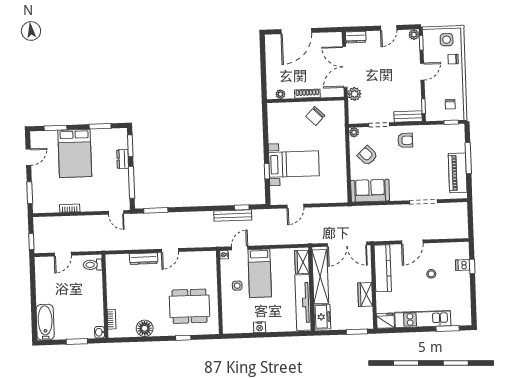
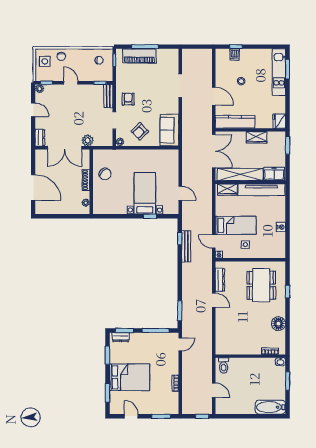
dresser: (123, 159) -> (121, 337), moved
piano: (458, 173) -> (139, 56), moved
dresser: (144, 259) -> (220, 280), moved
kitchen unit: (423, 319) -> (279, 72), moved

